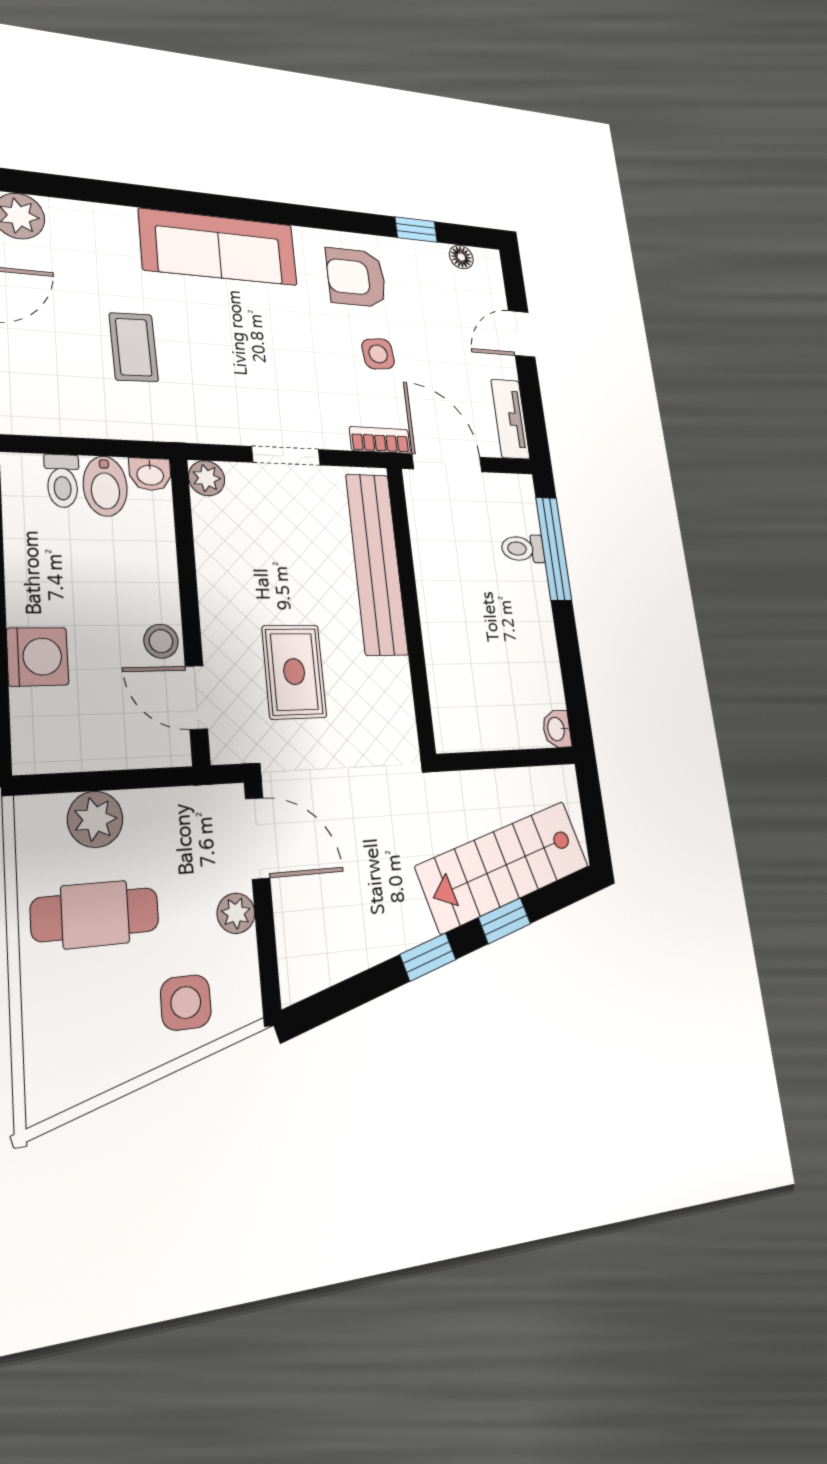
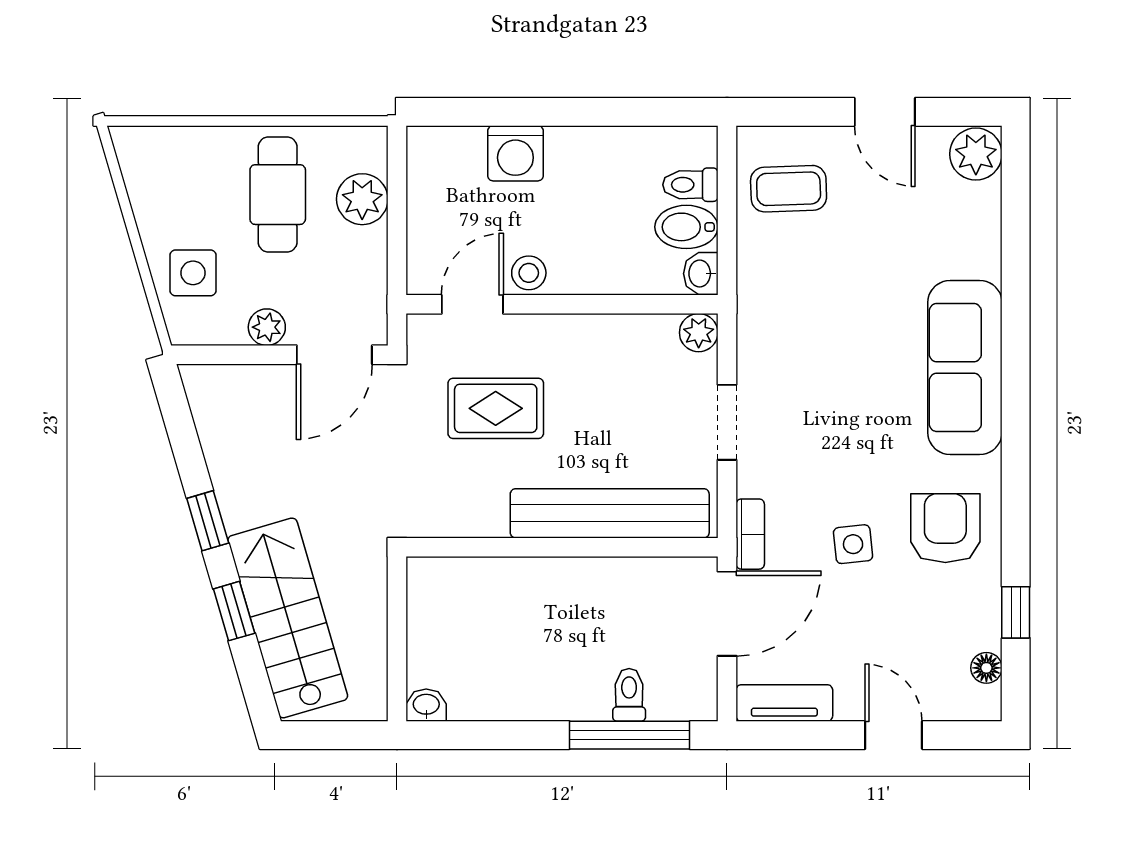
coffee table: (134, 347) -> (789, 189), moved

